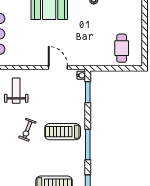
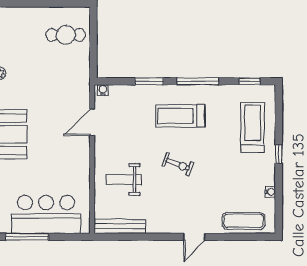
window: (88, 92) -> (149, 81), moved
treadmill: (63, 132) -> (180, 116), turned 90

